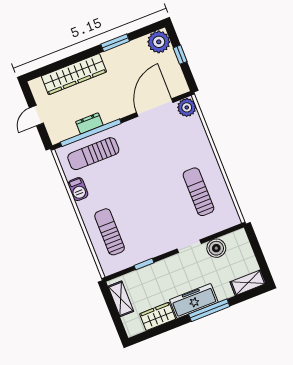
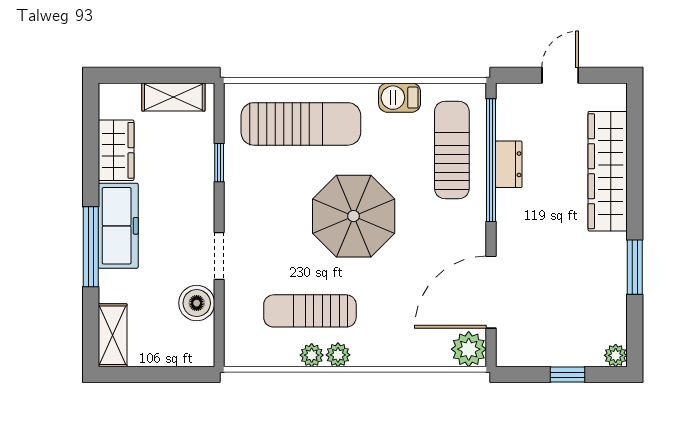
plant: (159, 42) -> (616, 355), width x0.53, depth x0.53
door: (155, 108) -> (491, 292), swing flipped
door: (36, 115) -> (560, 75), hinge flipped
plant: (214, 170) -> (338, 355), added
plant: (220, 182) -> (312, 355), added
parasol: (144, 189) -> (354, 216), added
sun lounger: (198, 192) -> (310, 311), turned 180
sun lounger: (110, 232) -> (301, 124), width x1.36, depth x1.34

